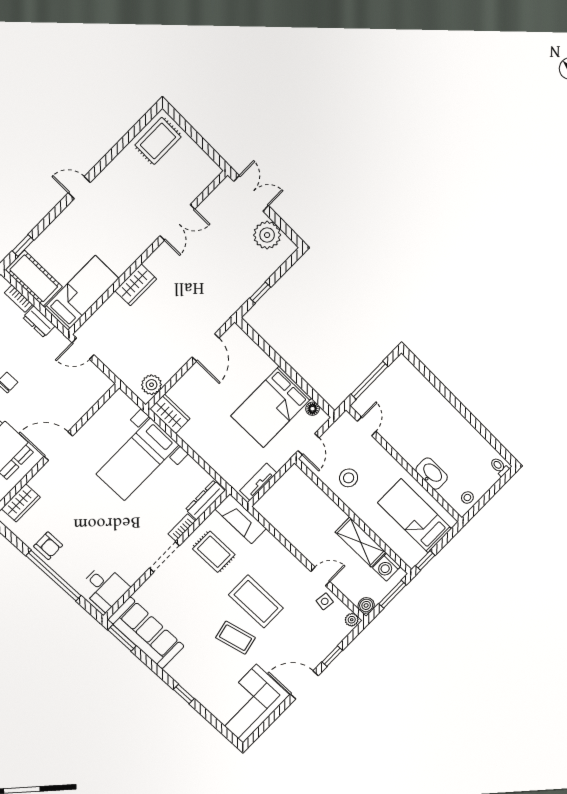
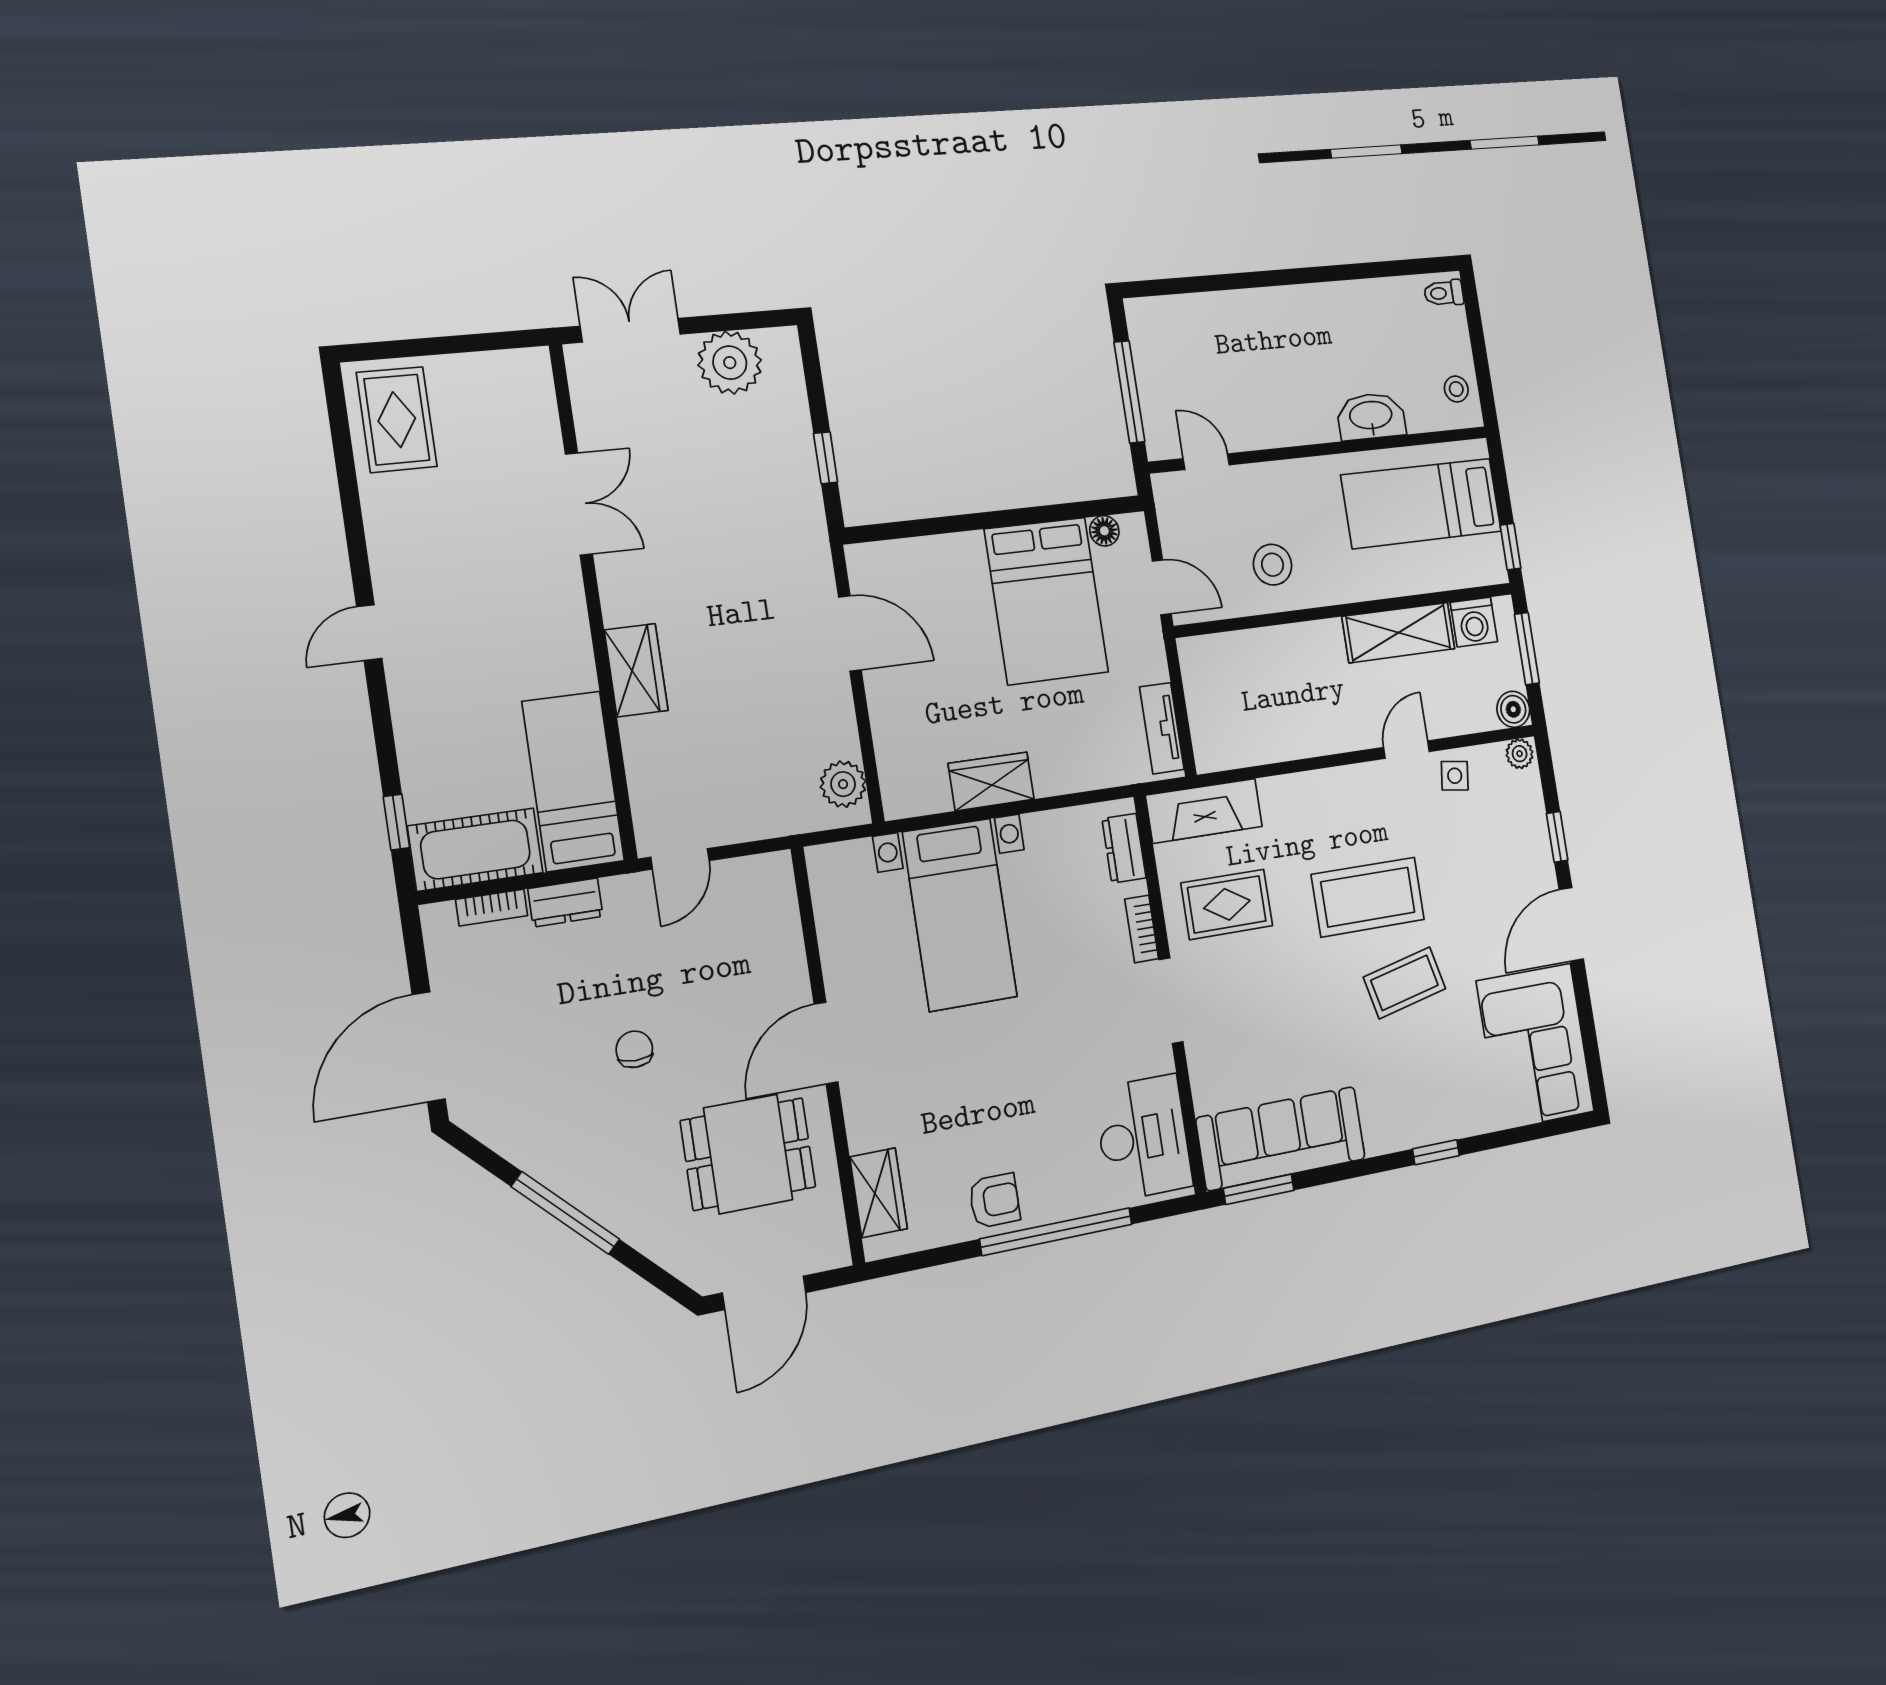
wardrobe: (170, 414) -> (991, 781), moved
dresser: (205, 500) -> (1124, 848), width x0.70
desk: (104, 587) -> (1143, 1138), width x1.37

